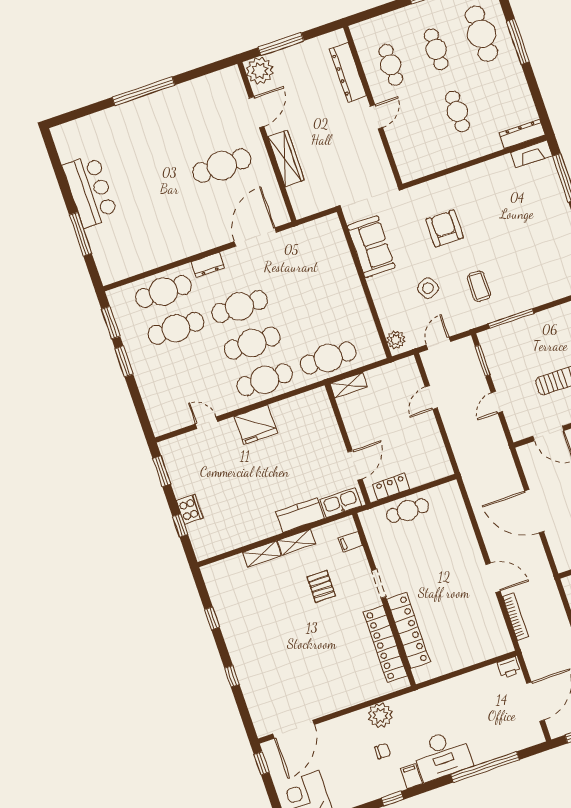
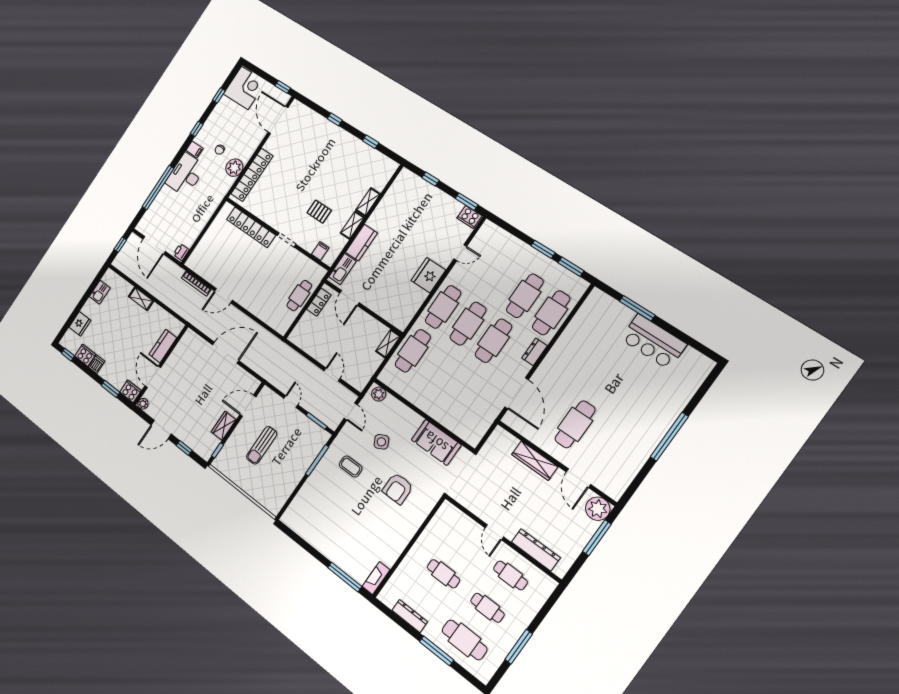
dresser: (522, 134) -> (410, 616), moved, turned -90
armchair: (445, 228) -> (398, 489), turned 90
cooker: (190, 509) -> (469, 217), moved
locker: (385, 644) -> (252, 175), moved, turned 90

